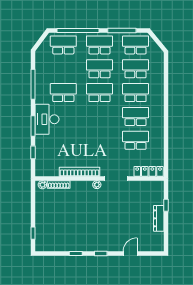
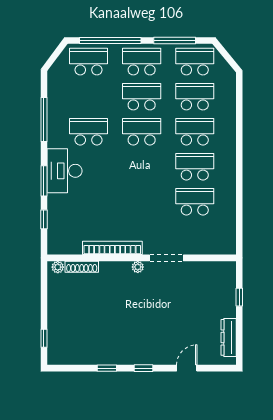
locker: (149, 171) -> (214, 247), removed
dresser: (159, 218) -> (229, 337), moved

